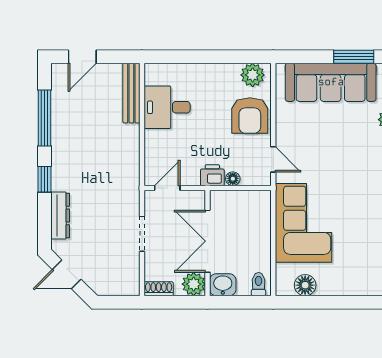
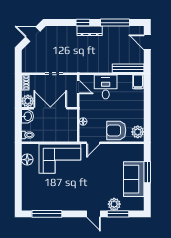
window: (354, 57) -> (147, 172), moved
filing cabinet: (157, 74) -> (138, 82), added
sofa: (331, 82) -> (134, 179), width x0.73
desk: (167, 107) -> (106, 87), moved
printer: (212, 175) -> (85, 111), removed
dresser: (60, 216) -> (90, 31), moved
door: (67, 274) -> (33, 34), hinge flipped

